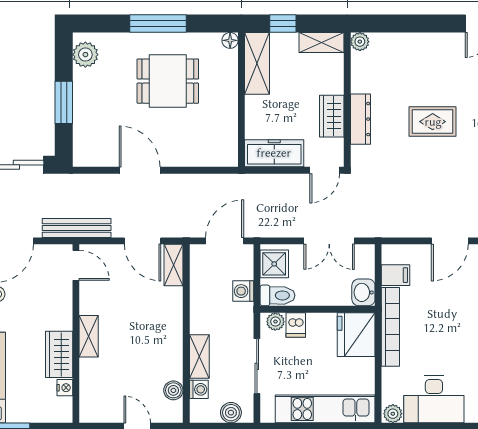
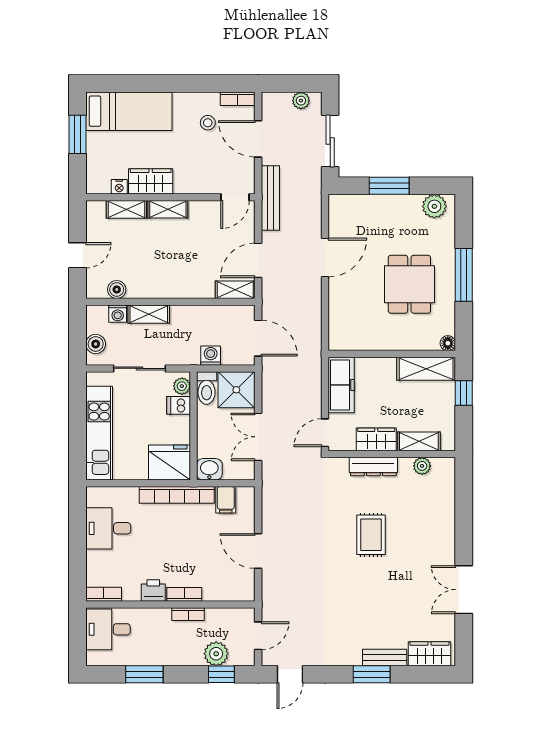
shelving: (322, 42) -> (419, 441), moved, turned 90
plant: (360, 42) -> (422, 466), moved
door: (325, 170) -> (325, 433), hinge flipped
shower: (274, 264) -> (236, 390), width x1.36, depth x1.36
shelving: (89, 380) -> (126, 209), added
desk: (434, 399) -> (108, 528), width x0.73
plant: (393, 414) -> (95, 497), removed

